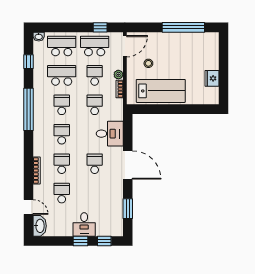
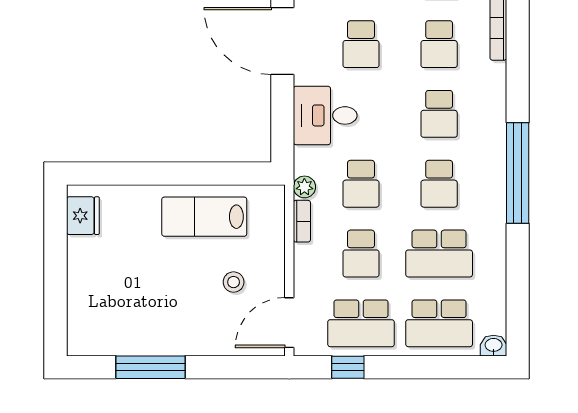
window: (183, 27) -> (151, 367), width x0.68
window: (29, 62) -> (518, 286), removed
plant: (118, 75) -> (304, 187), moved
fridge: (212, 78) -> (83, 216), moved
lab bench: (161, 91) -> (204, 217), width x0.73, depth x0.72

